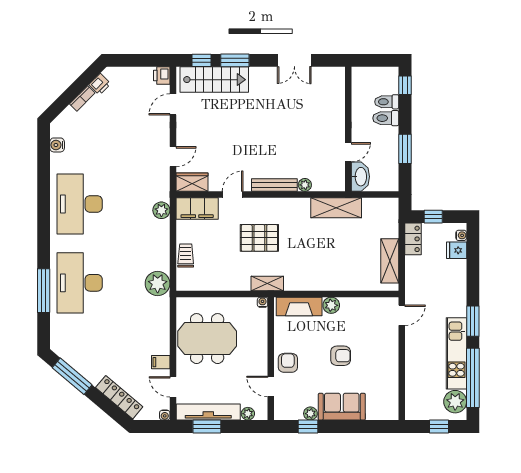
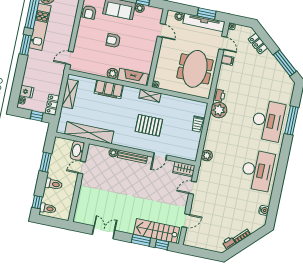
printer: (162, 76) -> (219, 95), moved
toilet: (387, 102) -> (48, 209), moved
shelving: (336, 208) -> (89, 133), width x1.47
filing cabinet: (197, 209) -> (109, 89), moved, turned 180
meeting table: (207, 339) -> (195, 69), turned 90
armchair: (288, 363) -> (89, 12), moved
locker: (119, 397) -> (258, 44), width x0.66

